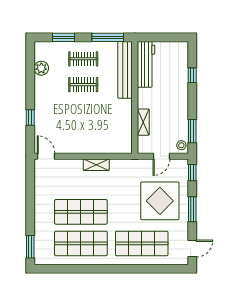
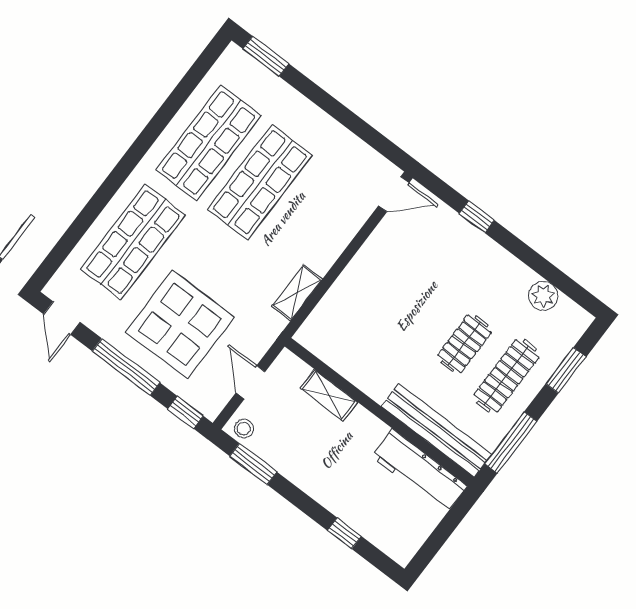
clothes rail: (83, 59) -> (506, 376), width x1.36
shelving: (96, 165) -> (297, 293), moved
window: (192, 209) -> (126, 367), width x1.44

